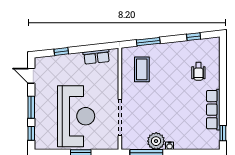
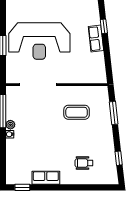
row of seats: (96, 57) -> (96, 39), moved
coffee table: (142, 69) -> (77, 112), moved
row of seats: (213, 110) -> (46, 178), width x0.68
plant: (156, 141) -> (10, 125), width x0.53, depth x0.53

